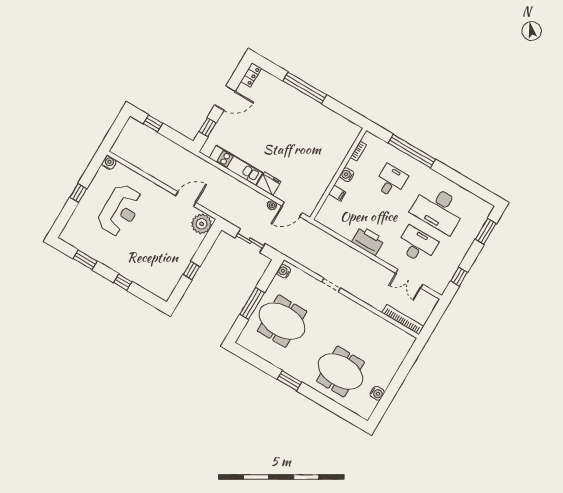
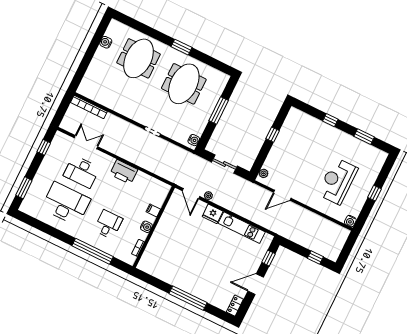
desk: (391, 181) -> (108, 224), turned 180
door: (292, 209) -> (191, 194), swing flipped
plant: (202, 224) -> (264, 173), width x0.53, depth x0.53
meeting table: (282, 321) -> (184, 84), moved, turned 90
meeting table: (341, 371) -> (139, 58), turned 90

